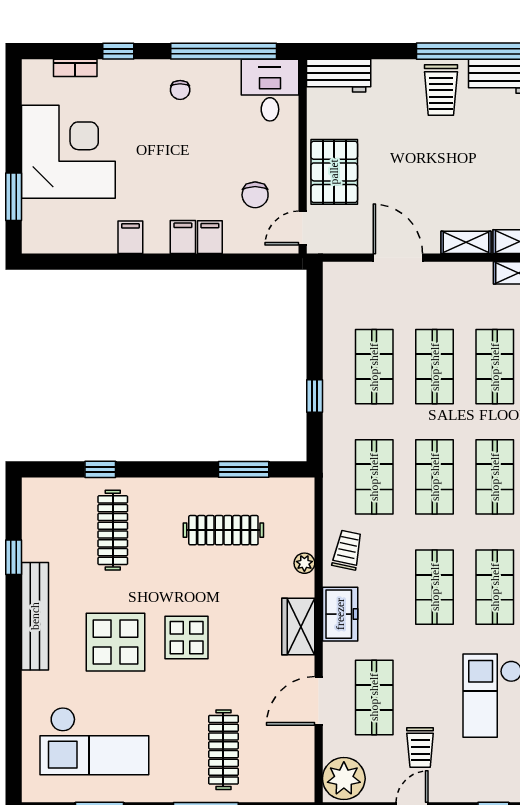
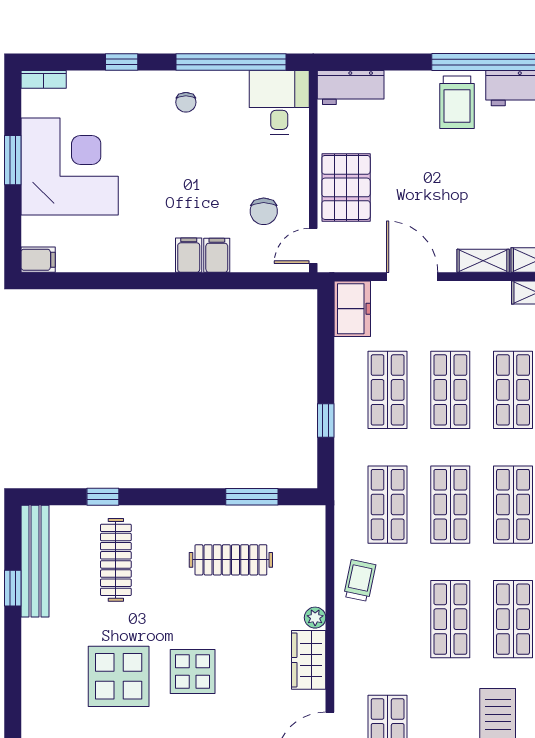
bookcase: (75, 68) -> (44, 79), moved
window: (14, 197) -> (13, 160), moved
filing cabinet: (130, 237) -> (38, 260), moved, turned 90
plant: (304, 563) -> (315, 618), moved
freezer: (340, 614) -> (352, 309), moved
bench: (35, 616) -> (35, 561), moved

